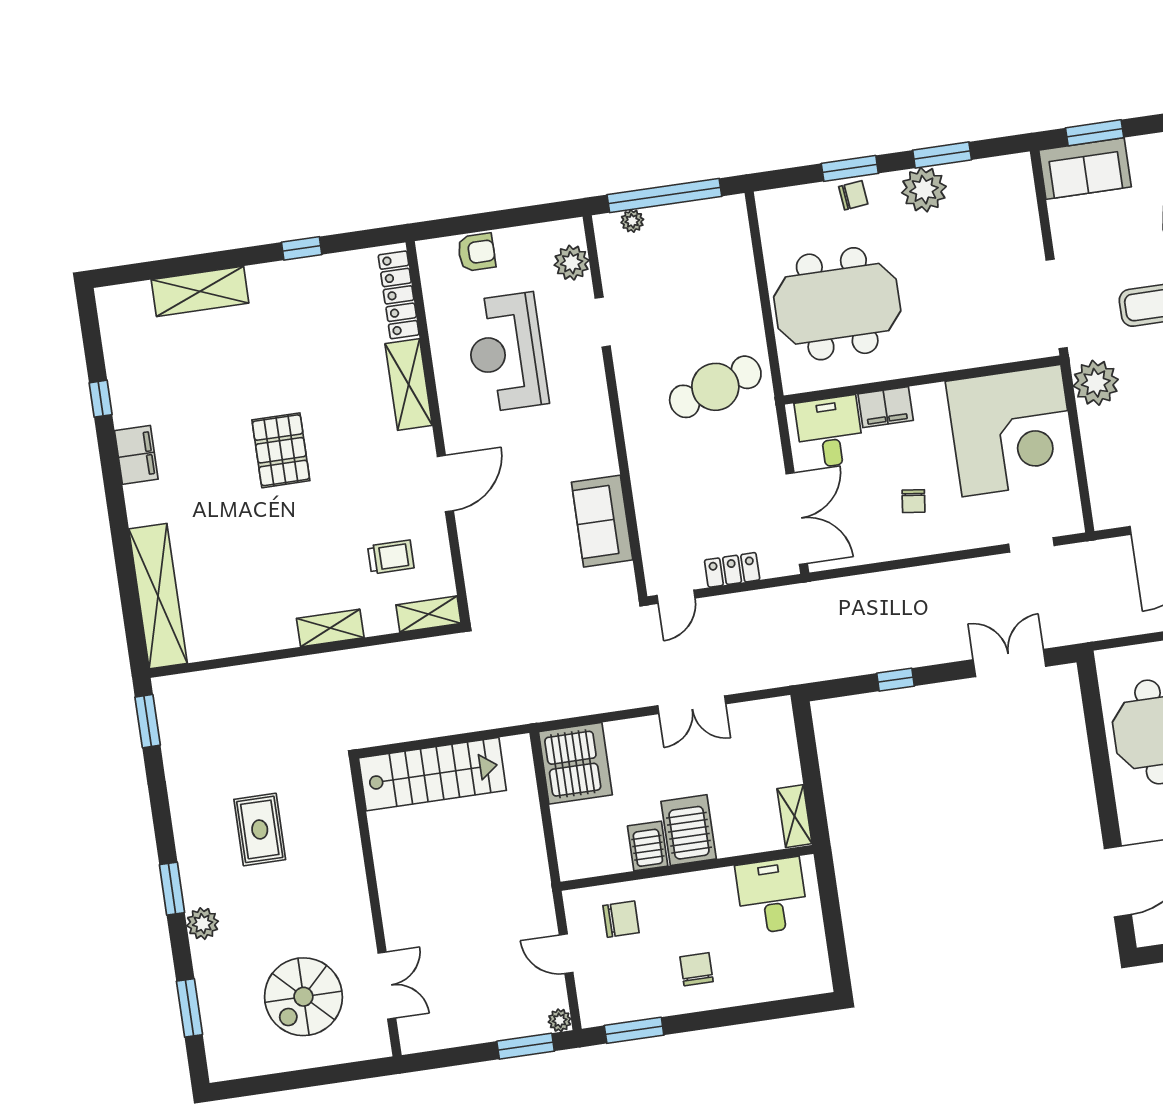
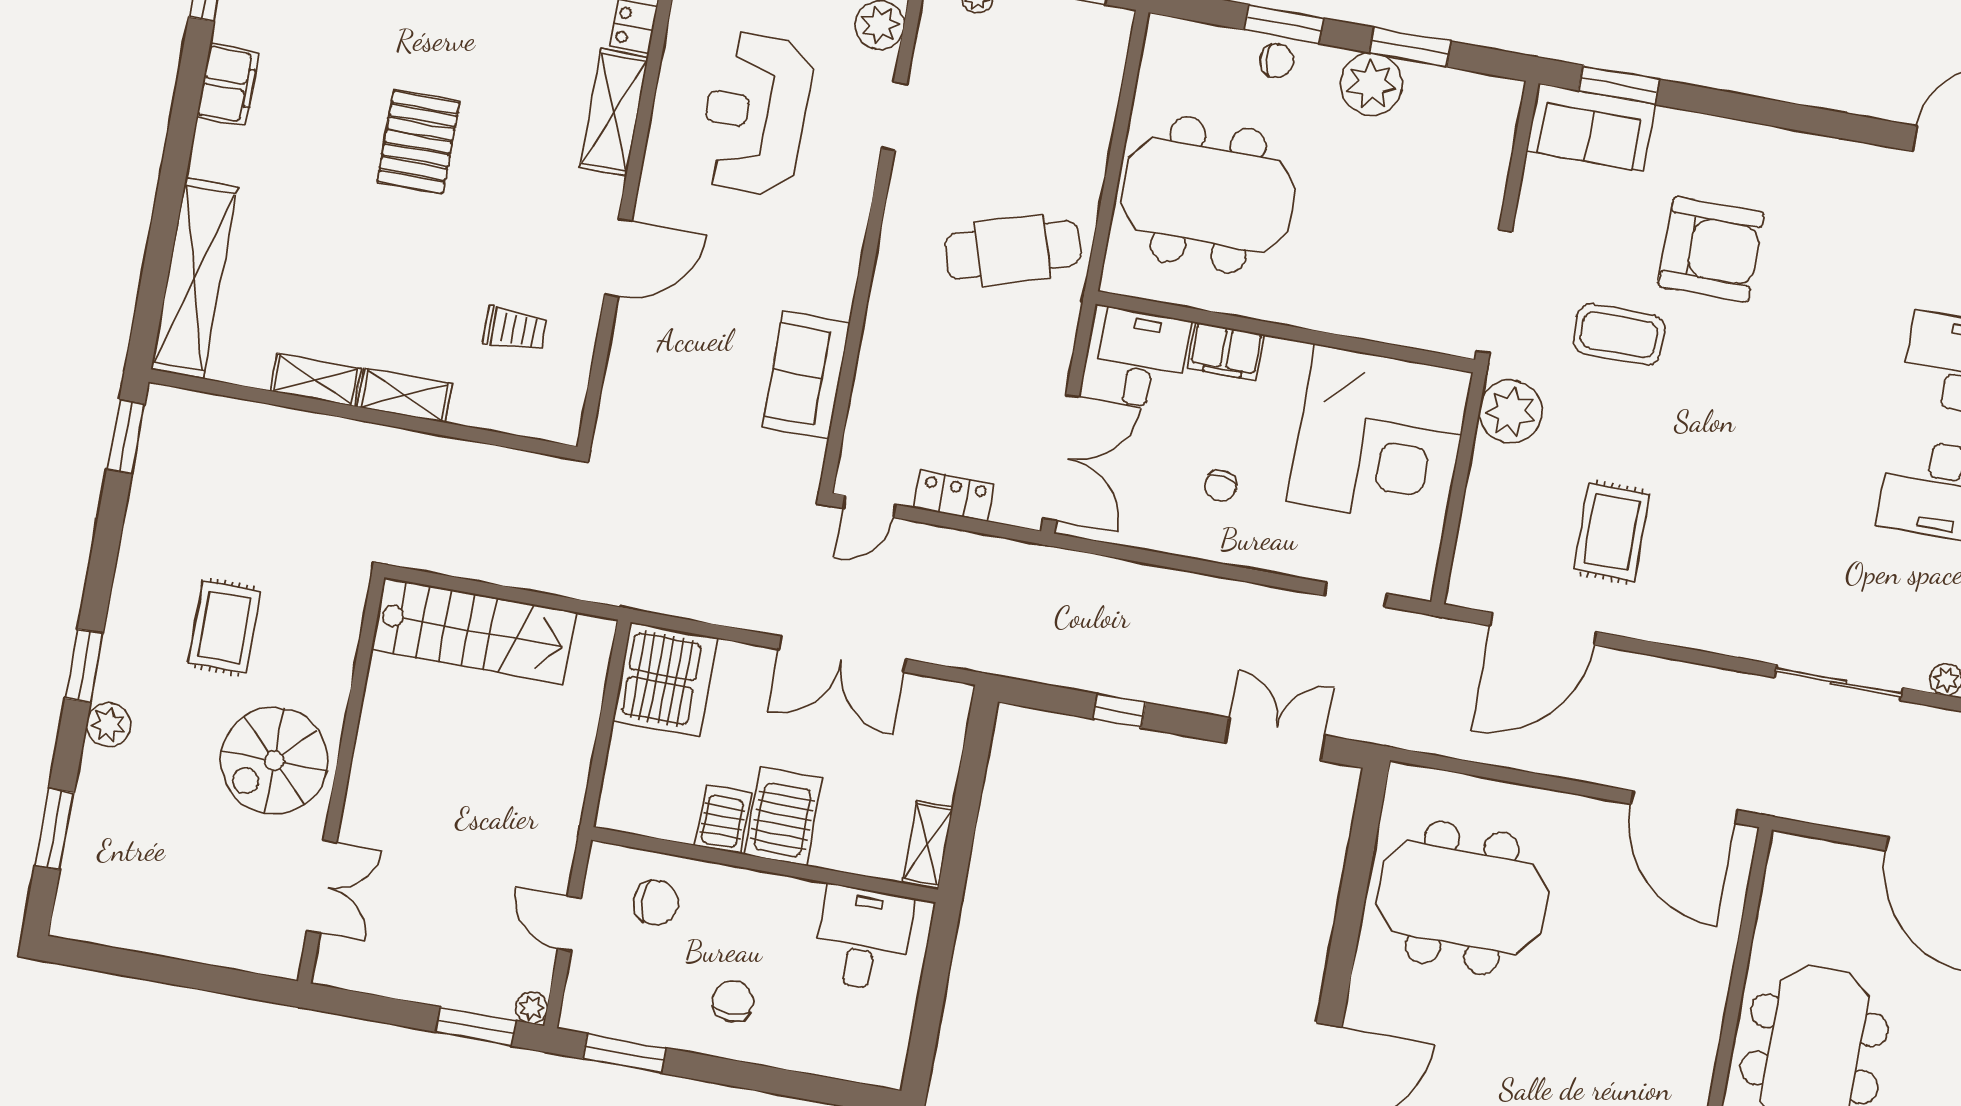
shelving: (429, 614) -> (316, 380), moved
double door: (692, 705) -> (842, 654), width x1.37
spiral stairs: (303, 997) -> (274, 761), moved

